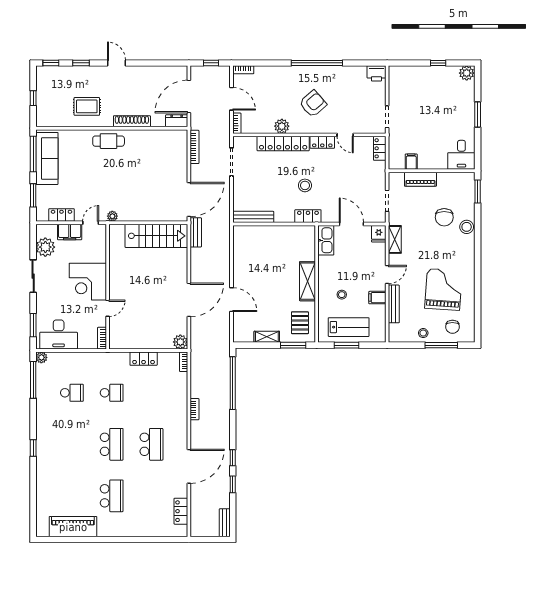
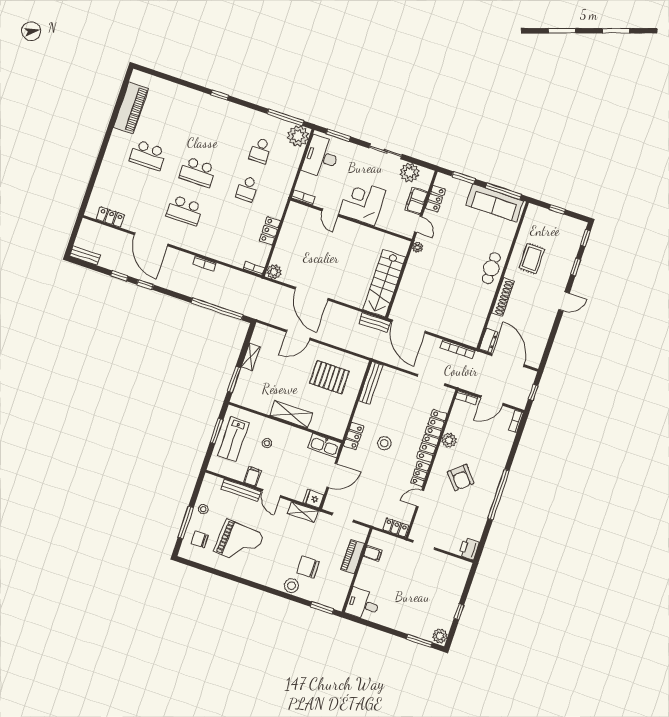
window: (478, 115) -> (419, 641), moved
pallet: (300, 323) -> (329, 377), moved, width x1.50, depth x1.42
plant: (41, 357) -> (298, 136), width x1.88, depth x1.88

